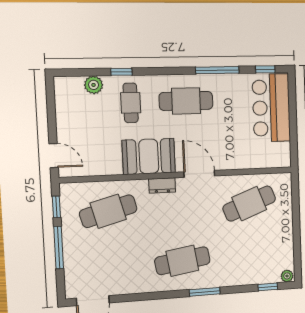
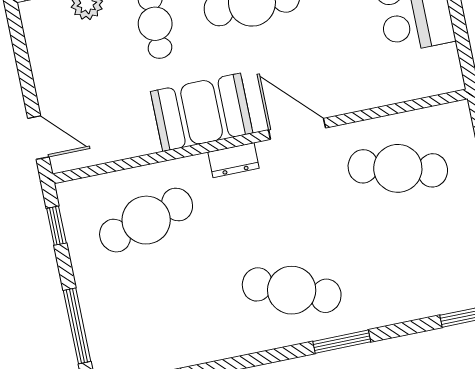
cafe table: (249, 204) -> (398, 168), turned 36
window: (59, 247) -> (77, 326), moved
cafe table: (182, 261) -> (292, 290), turned 30

